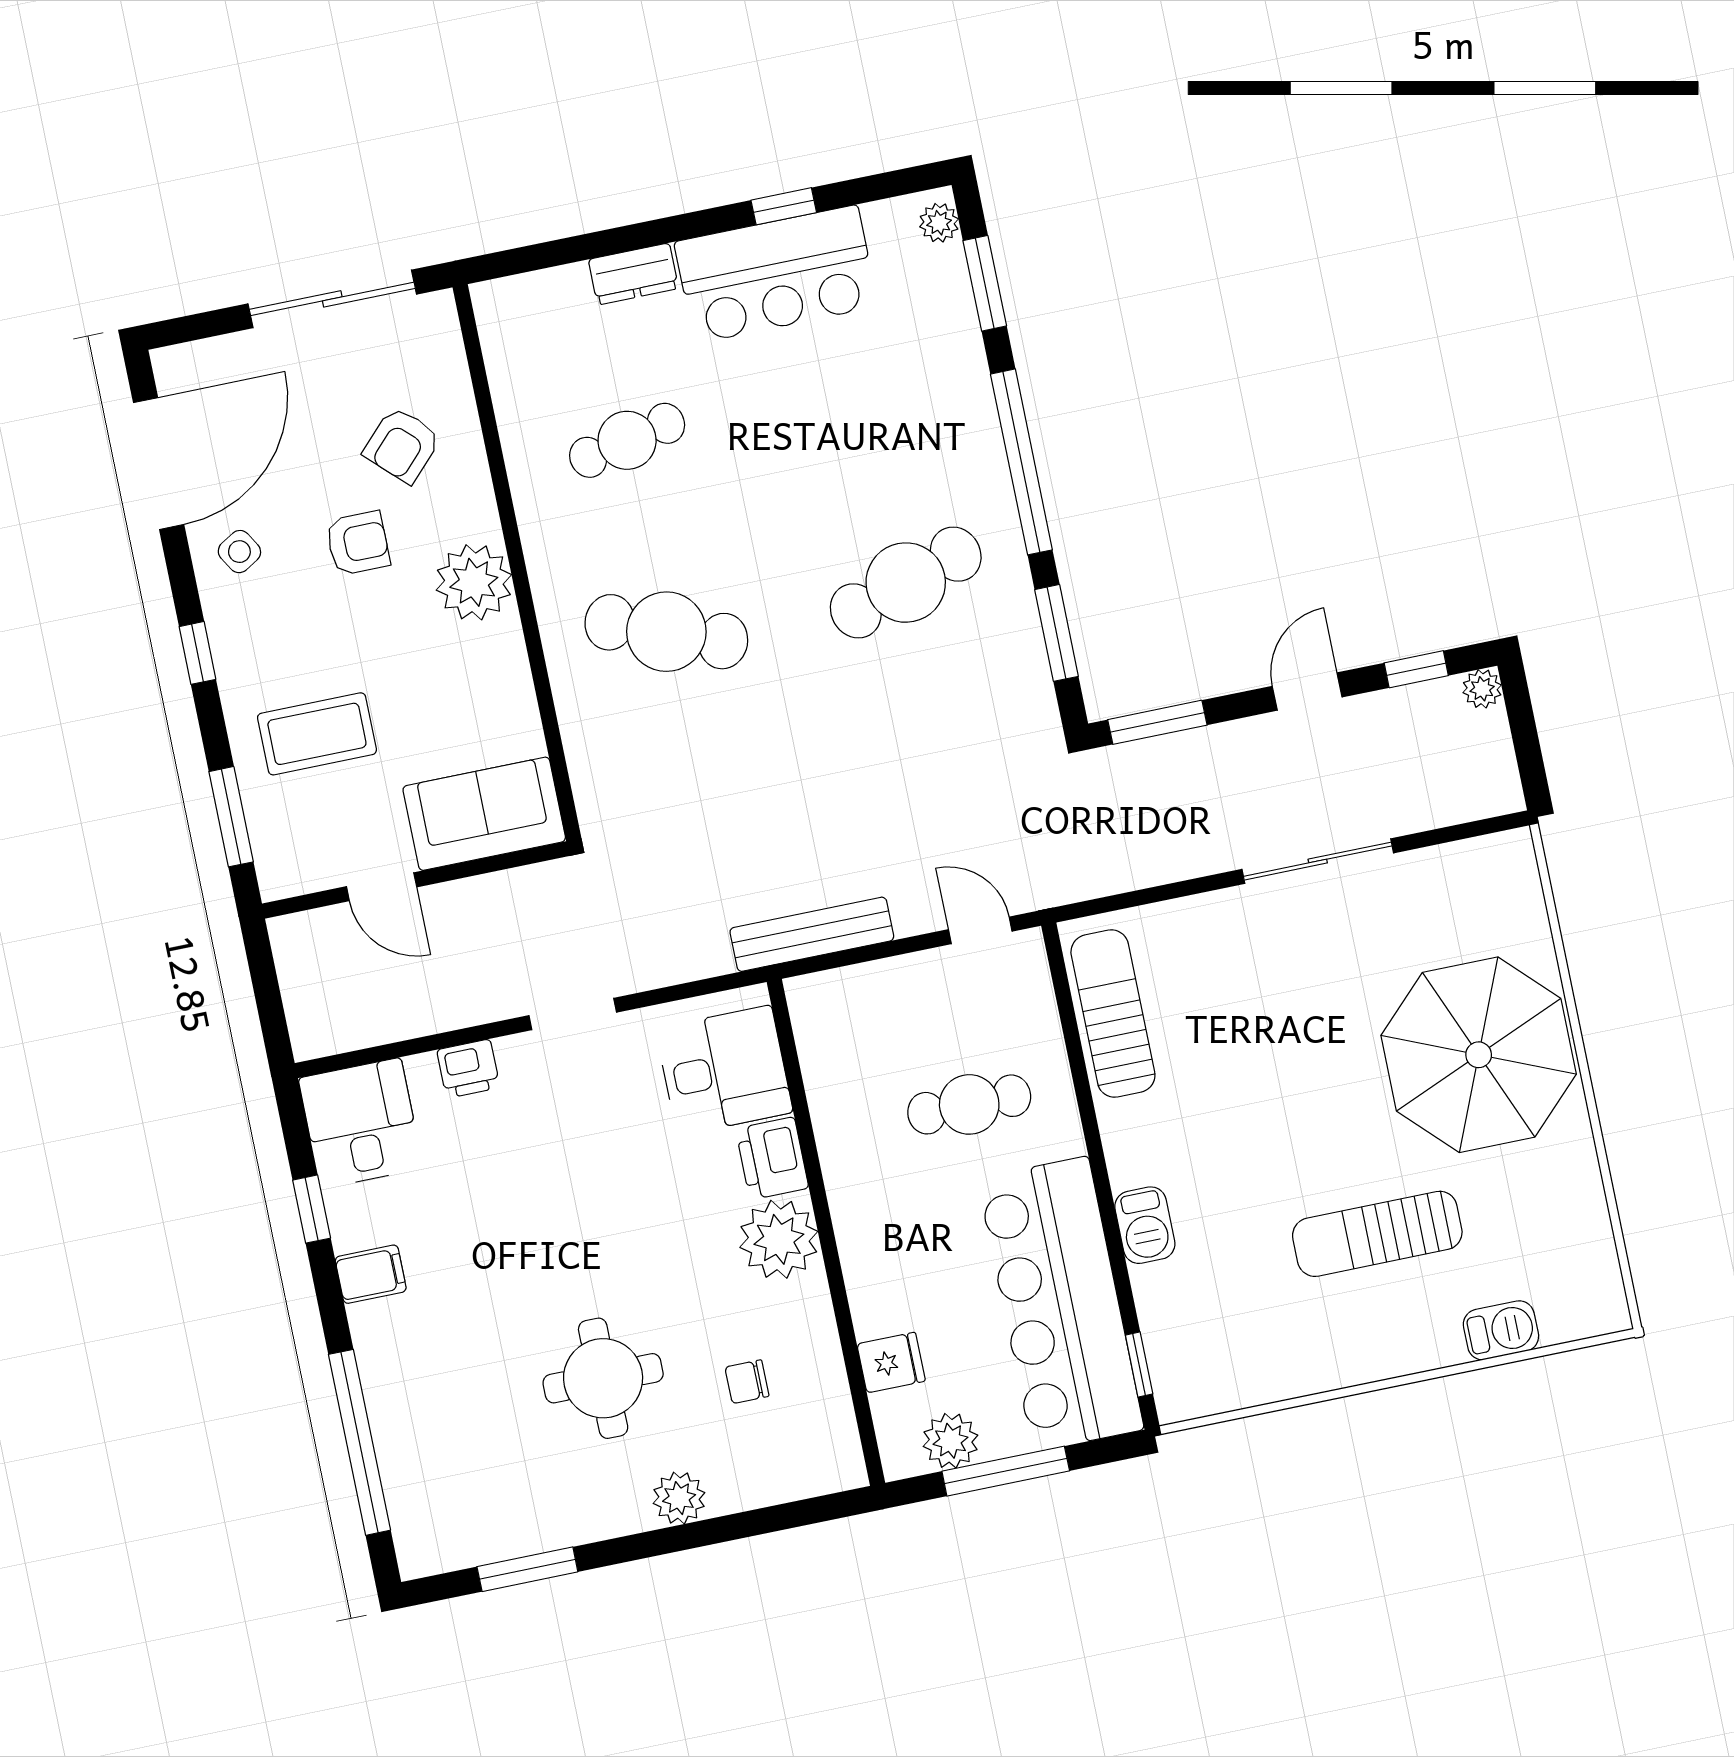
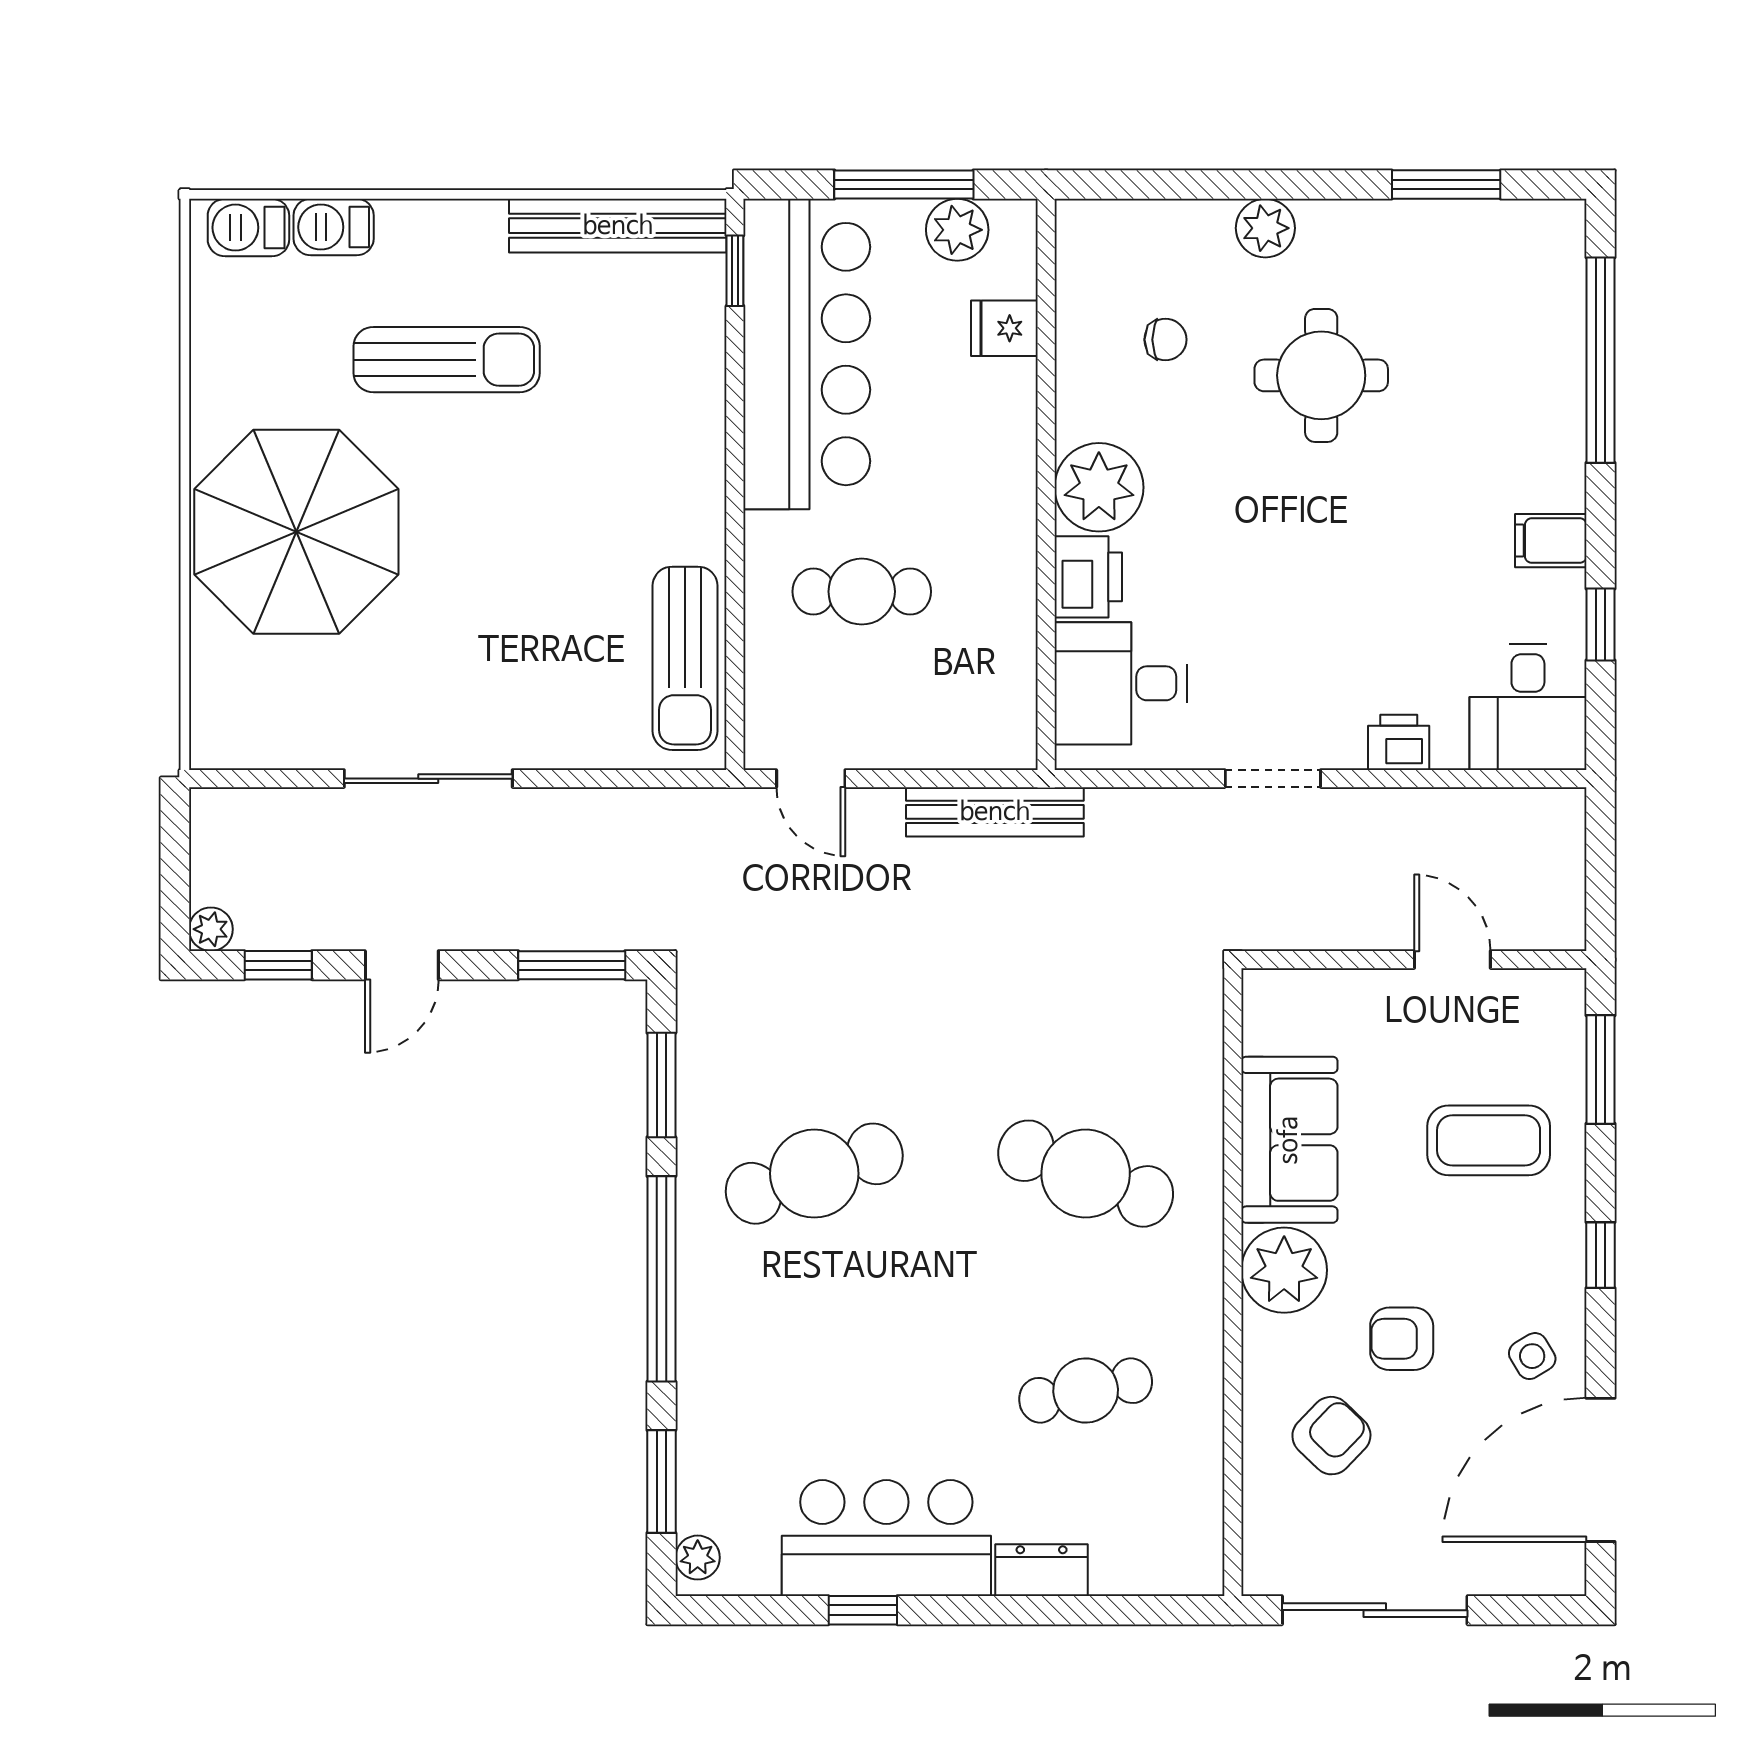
sofa: (484, 814) -> (1289, 1140), moved, turned -90
barbecue: (1145, 1225) -> (248, 228), moved, turned -90
bench: (1251, 1383) -> (618, 226), added

